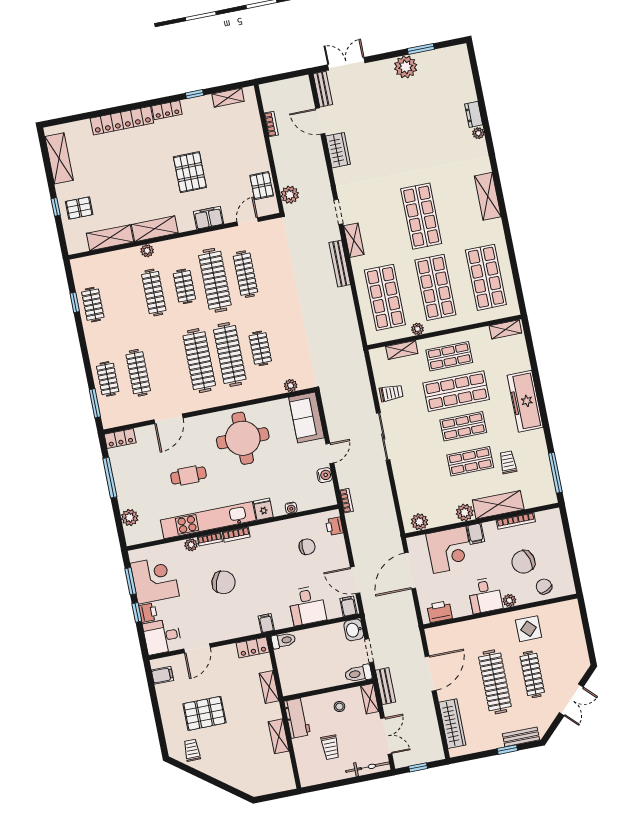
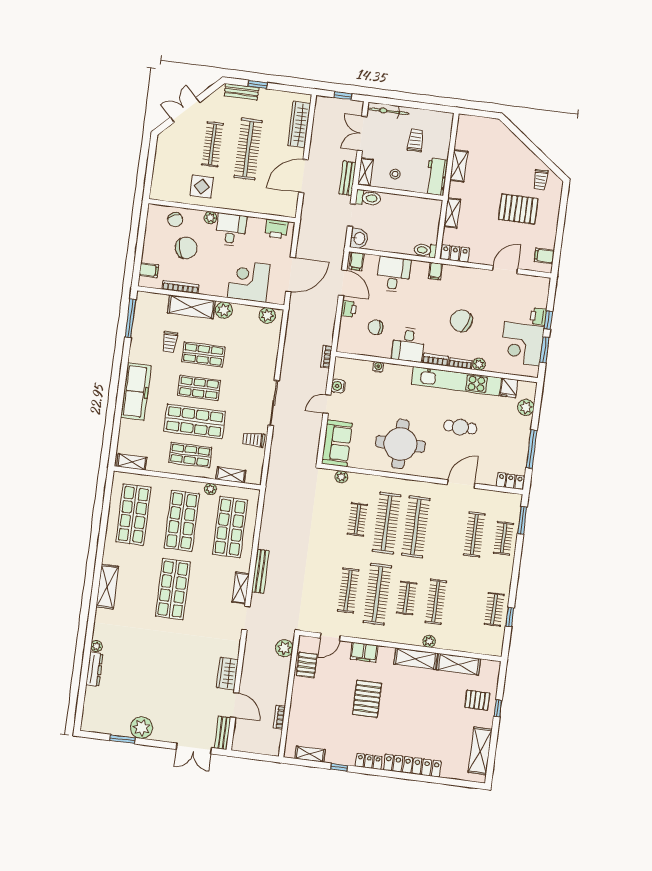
dresser: (474, 114) -> (94, 669), width x1.44
fridge: (263, 509) -> (509, 388), moved
printer: (334, 526) -> (349, 309), moved
filing cabinet: (476, 534) -> (149, 270), moved, turned 90
desk: (162, 636) -> (408, 345), moved, turned 90

